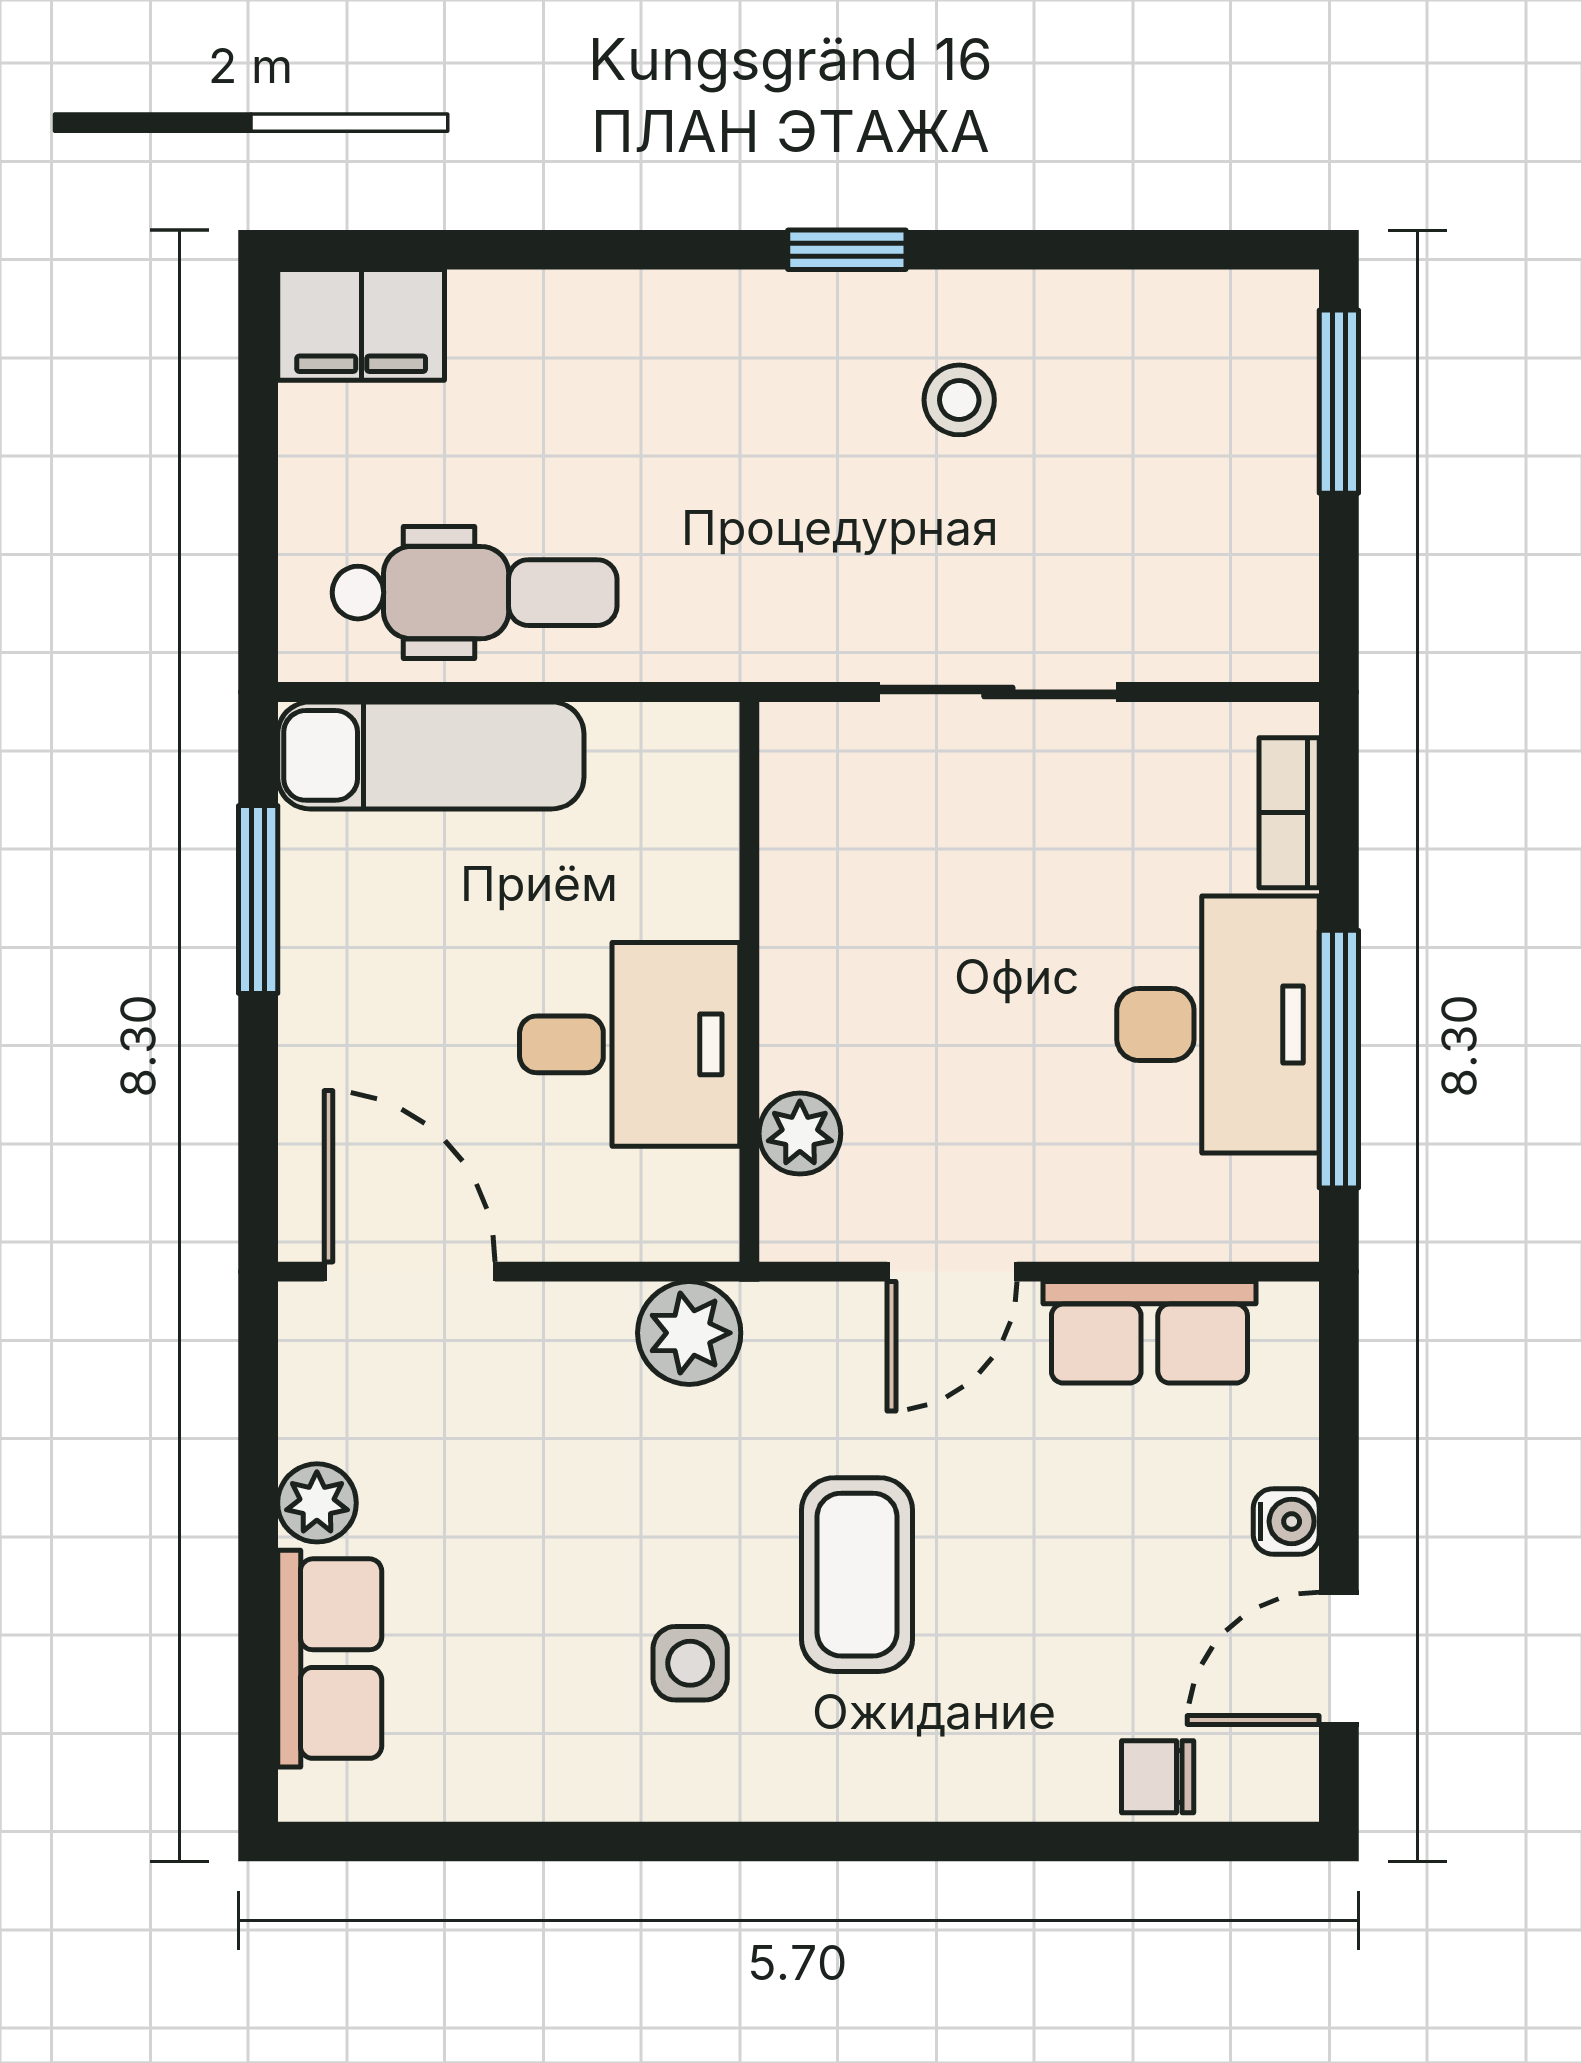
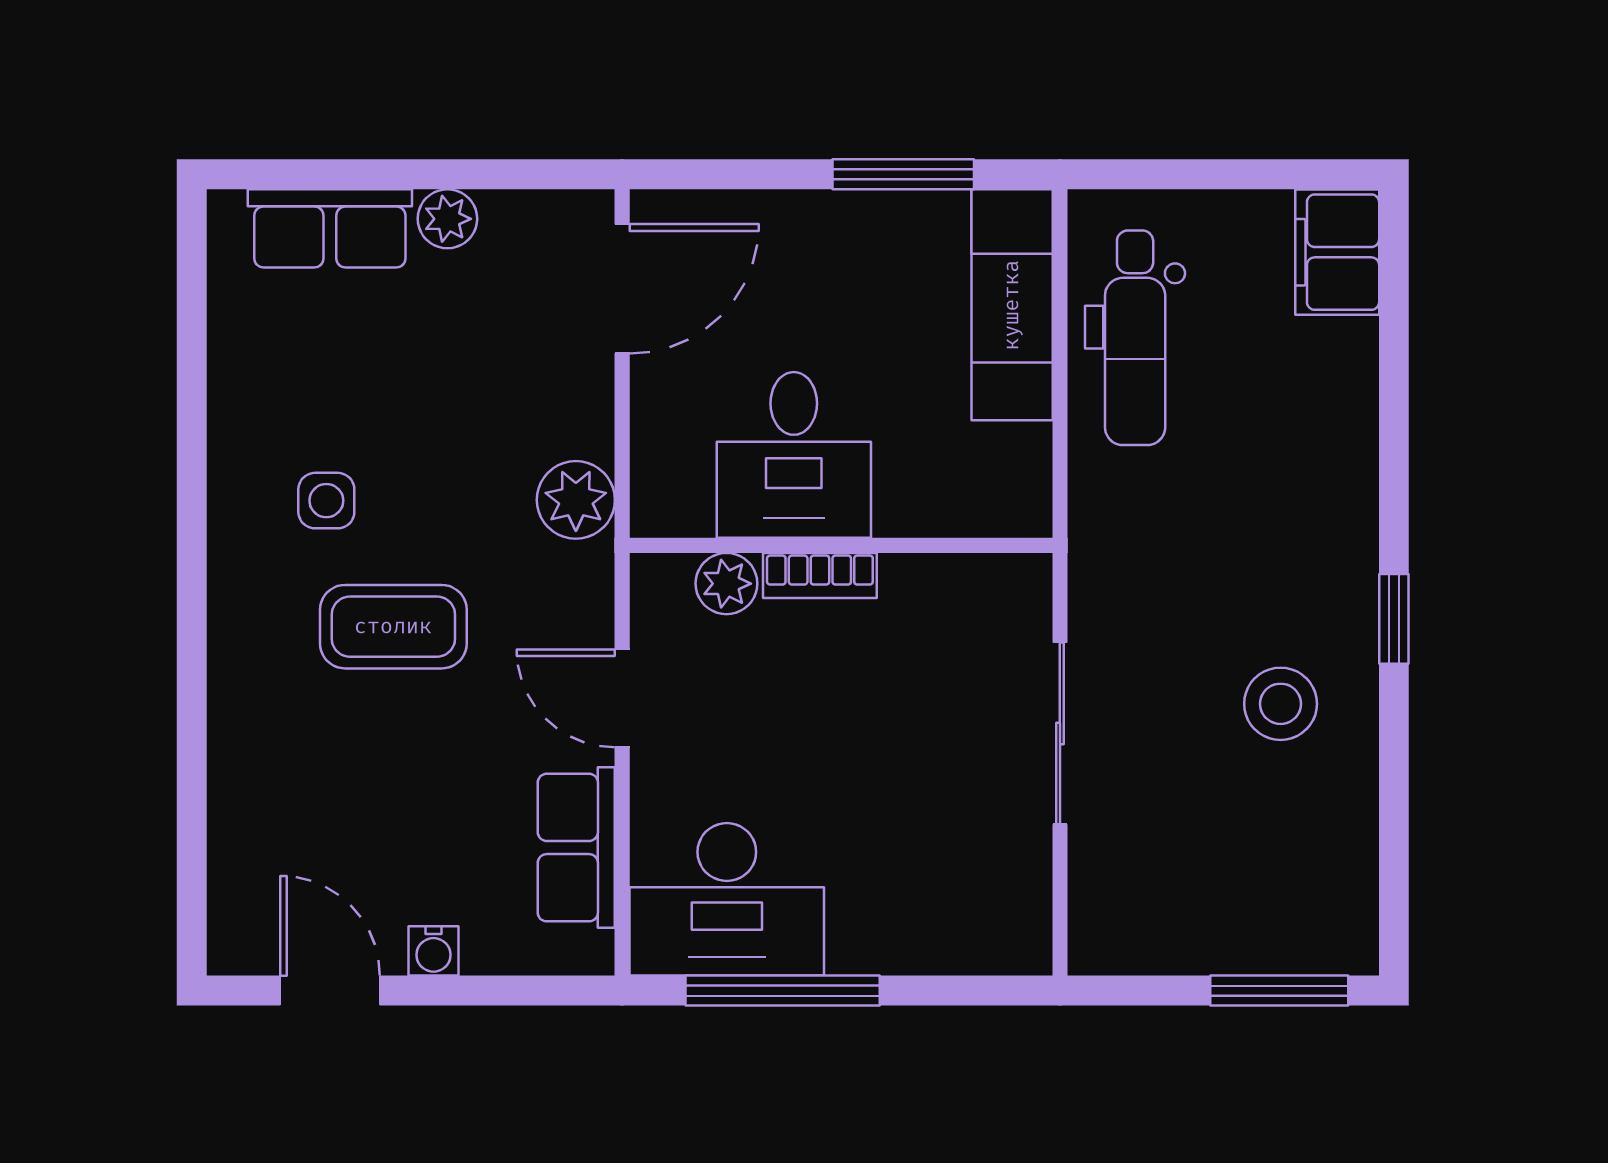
stool: (959, 400) -> (1281, 704), width x1.37, depth x1.37
bookcase: (1289, 813) -> (820, 575), moved, turned 180
desk: (1218, 1025) -> (727, 899), moved
chair: (1158, 1777) -> (241, 854), removed

